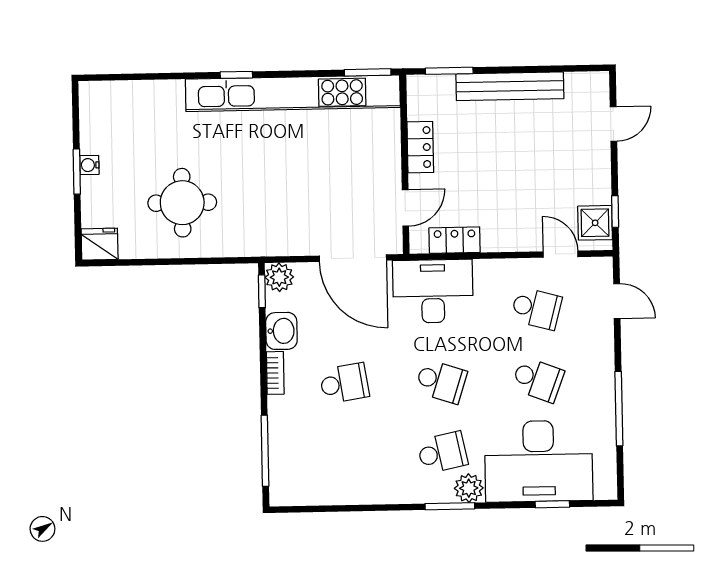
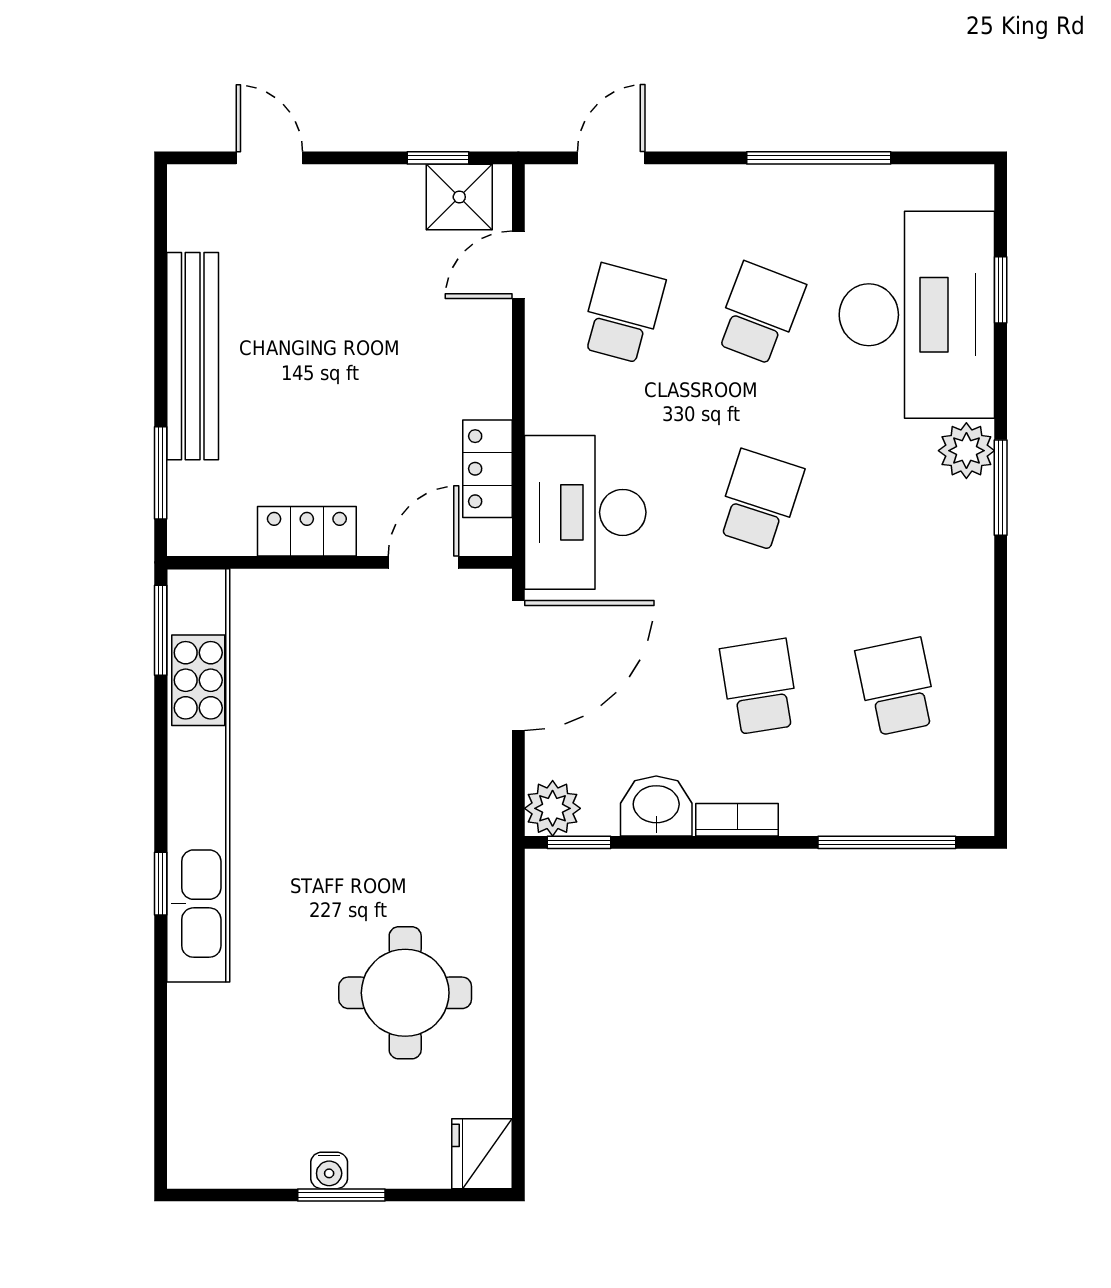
door: (405, 208) -> (423, 562), hinge flipped
school desk: (442, 453) -> (897, 687), moved

